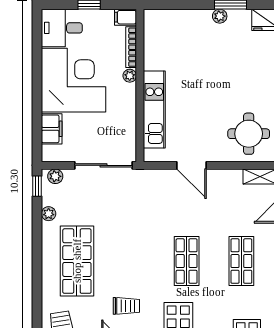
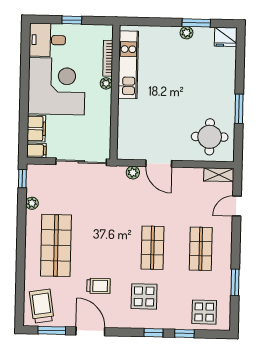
filing cabinet: (125, 17) -> (36, 150), moved, turned 180
kitchen unit: (154, 110) -> (128, 65), moved
plant: (55, 176) -> (133, 173), moved

